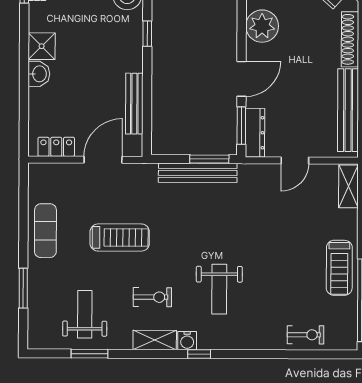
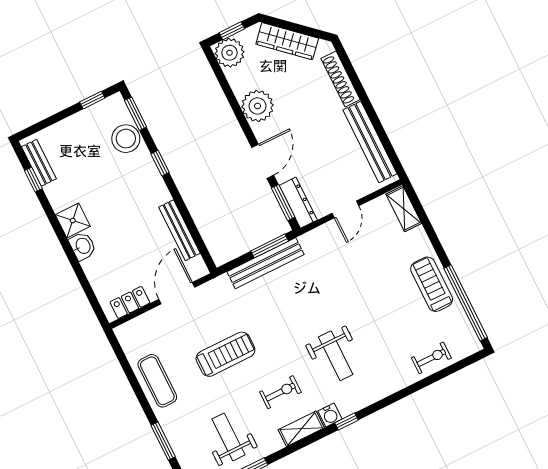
treadmill: (339, 268) -> (432, 284), turned 180

